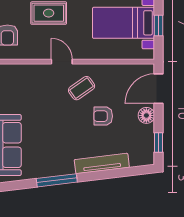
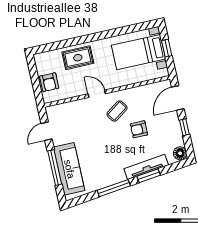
floor lamp: (146, 115) -> (180, 153), moved
window: (159, 143) -> (184, 127), moved
window: (102, 175) -> (149, 176), added

